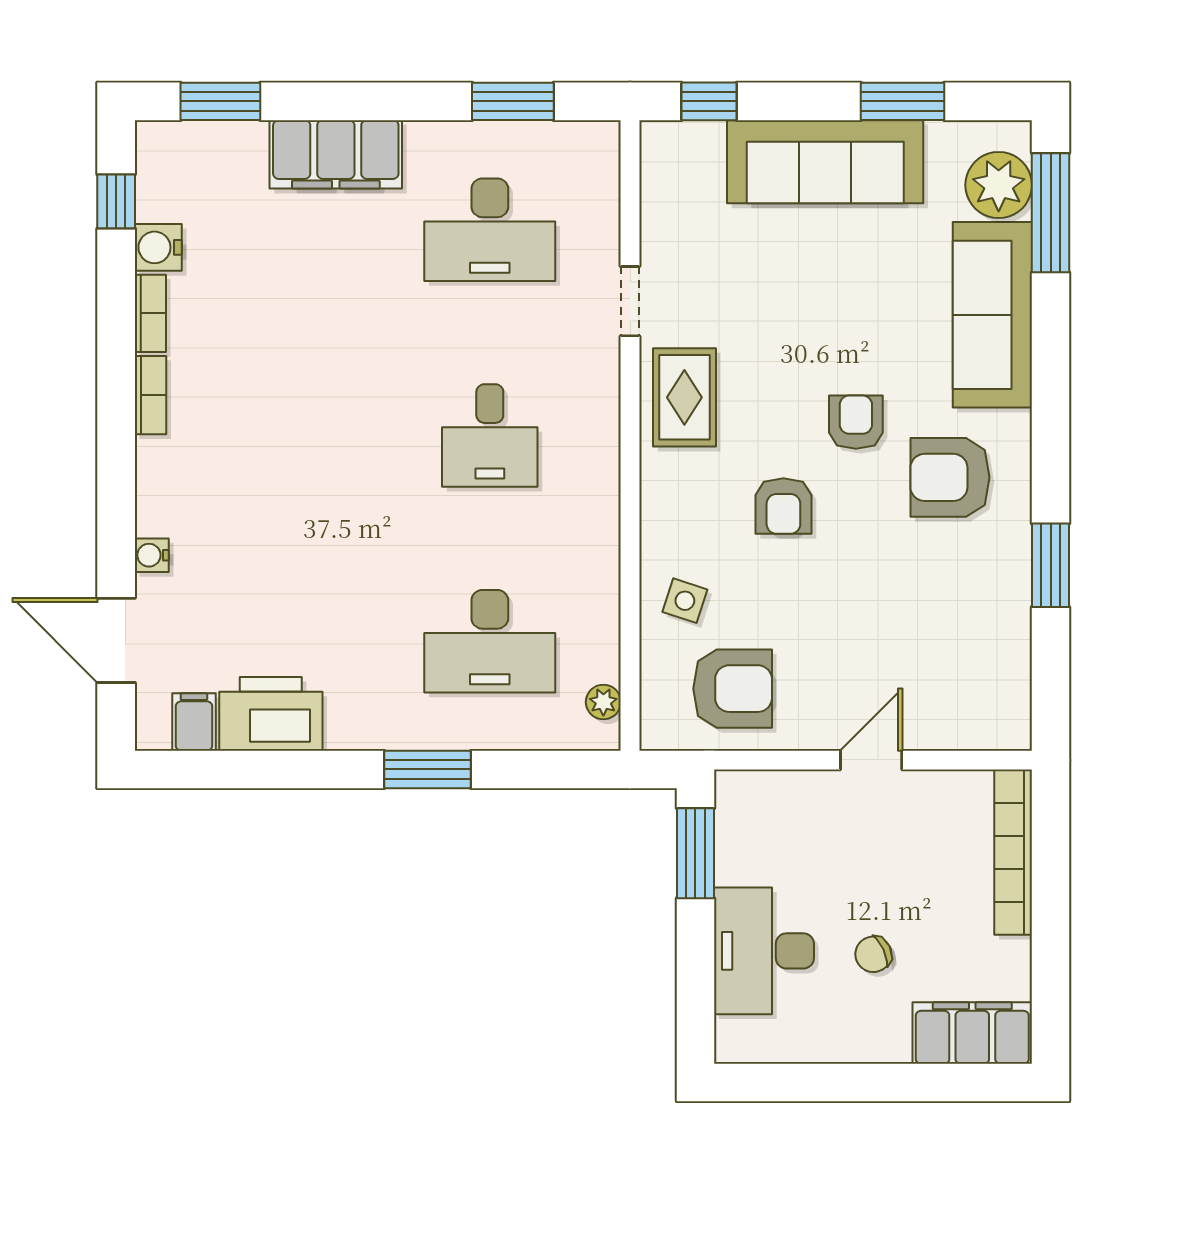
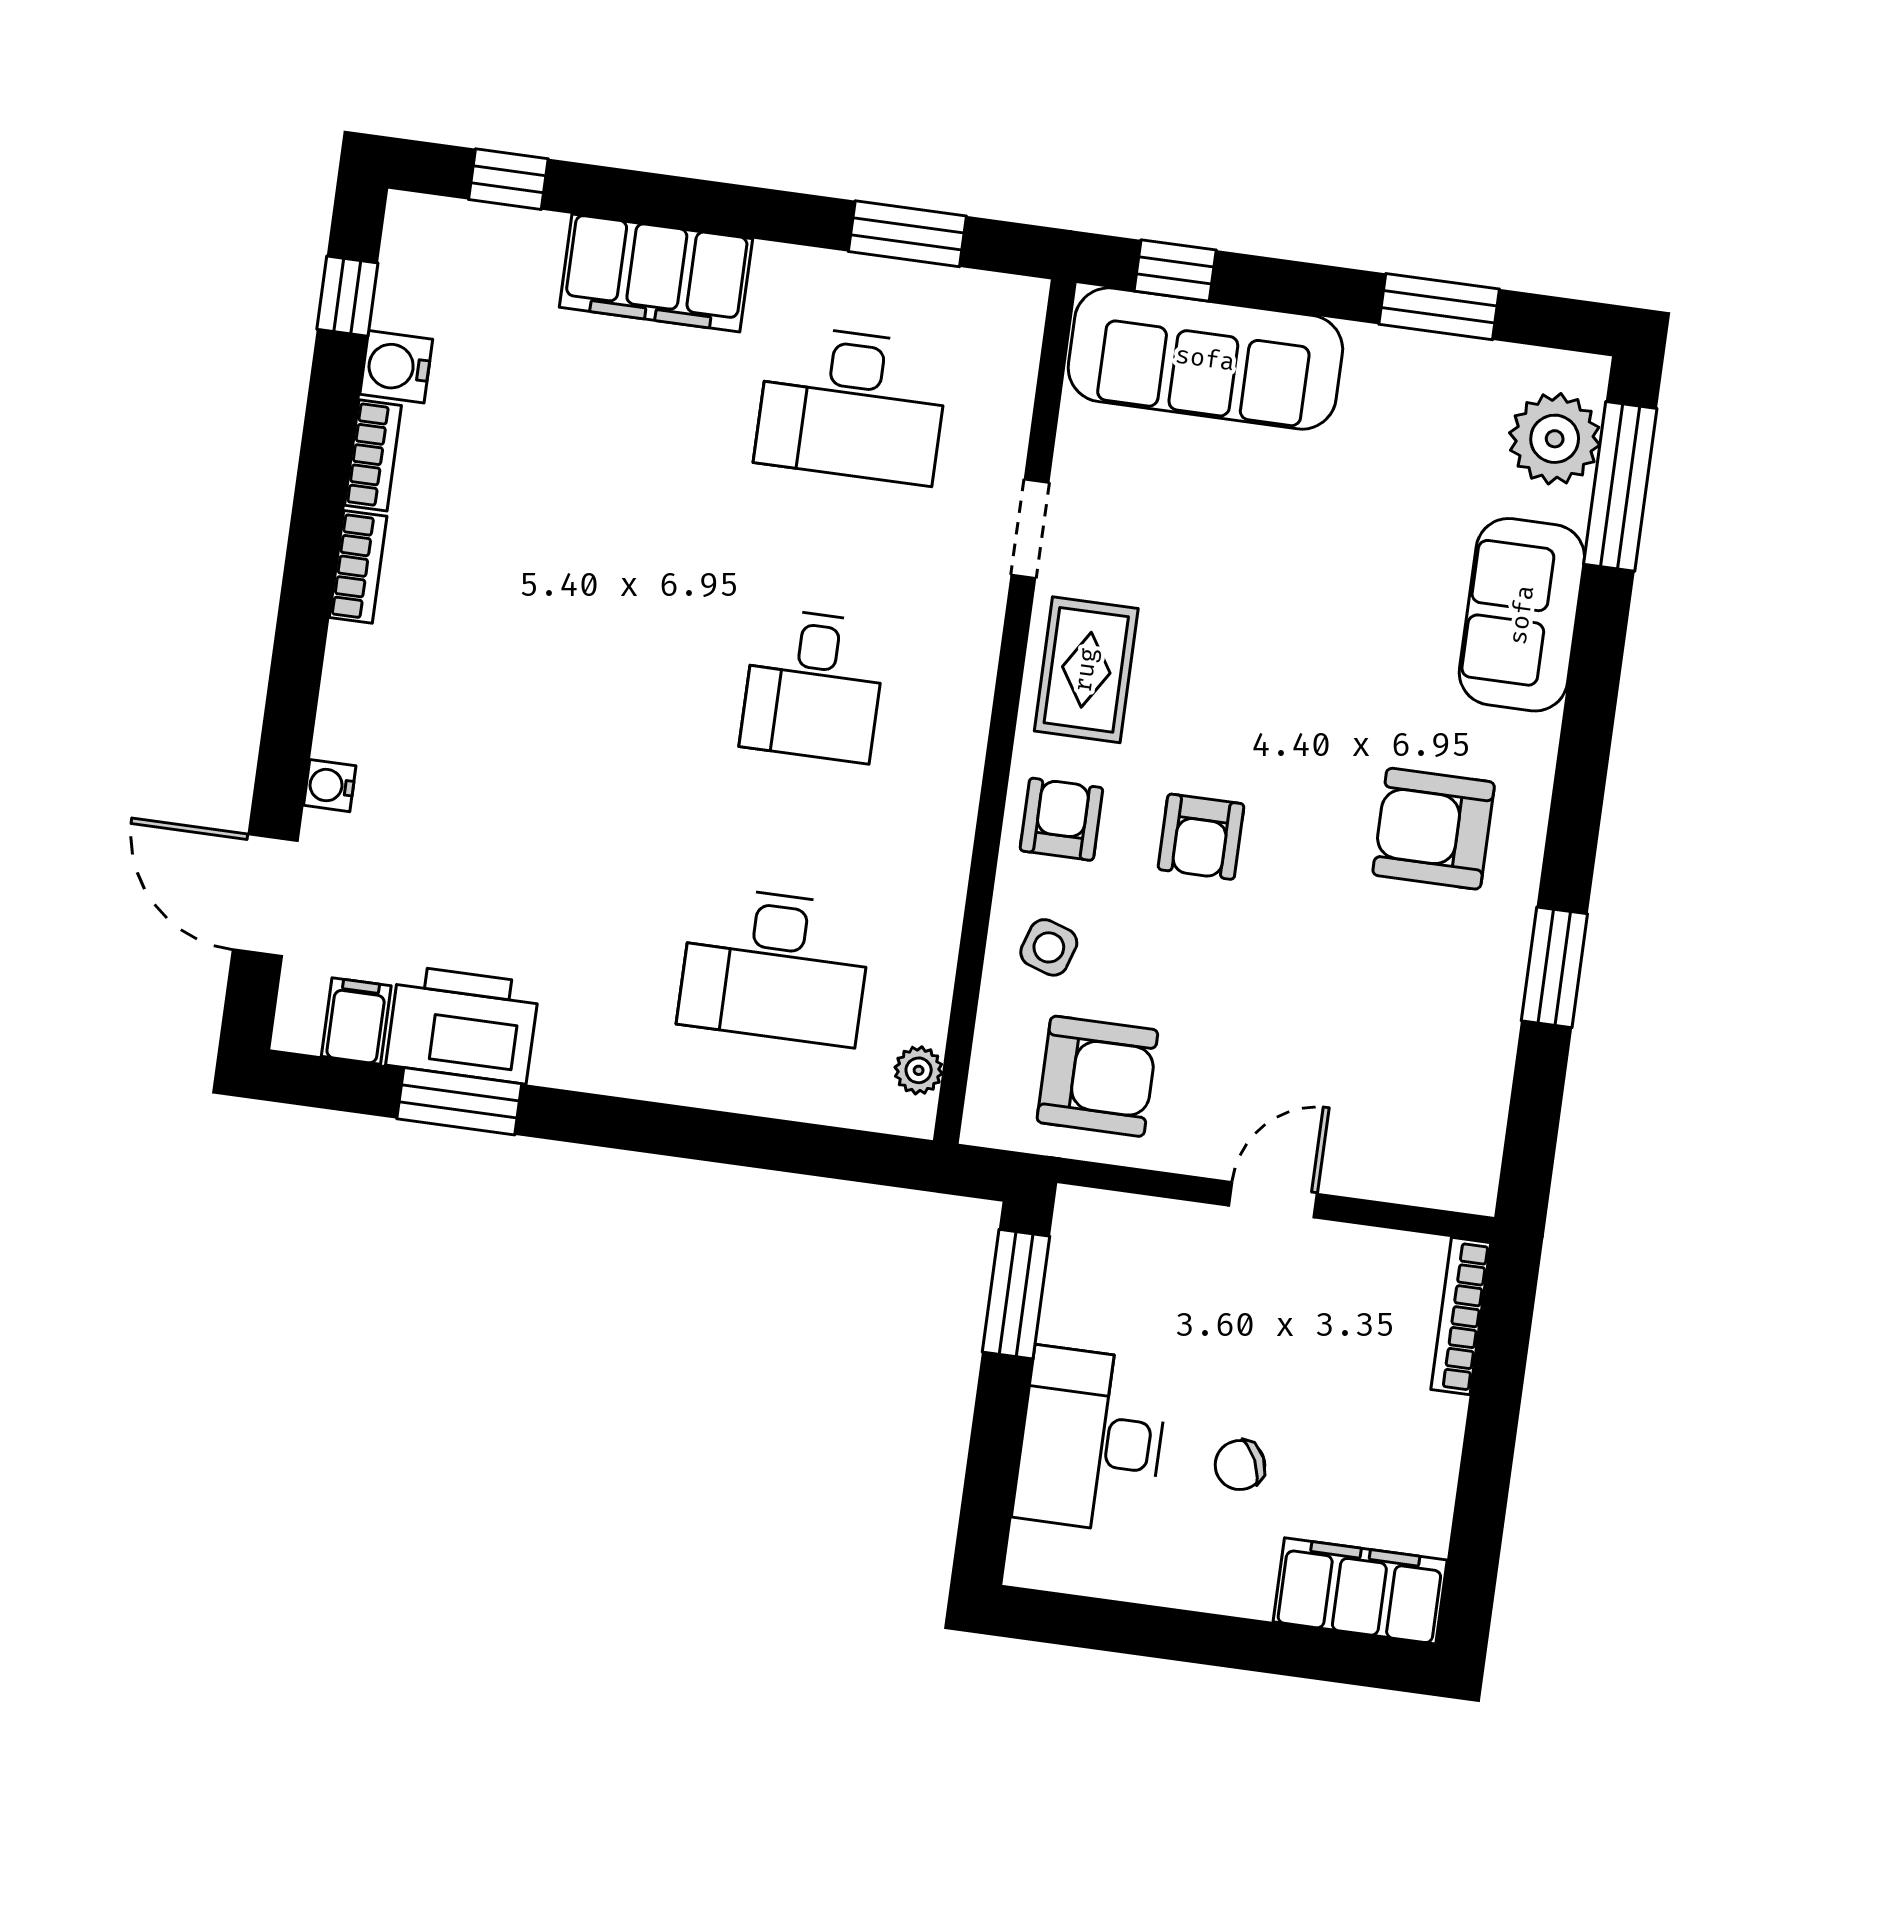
window: (220, 101) -> (508, 179), width x0.67
sofa: (825, 162) -> (1205, 359), moved
sofa: (992, 315) -> (1522, 615), width x0.73
armchair: (856, 422) -> (1061, 819), moved
window: (428, 769) -> (459, 1101), moved
bookcase: (1013, 852) -> (1461, 1316), width x0.68, depth x0.76

